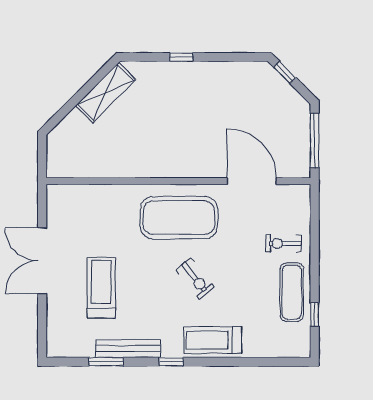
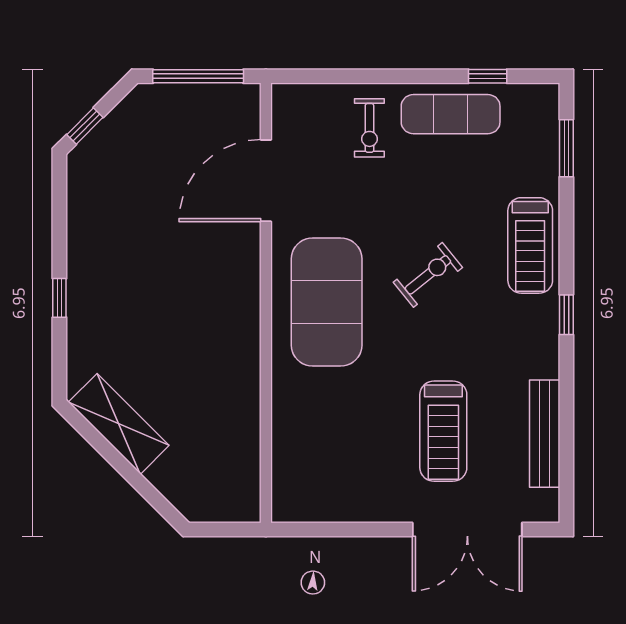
double door: (42, 261) -> (467, 529), moved
treadmill: (101, 288) -> (443, 431), turned -90
bench: (128, 349) -> (545, 434), moved
window: (106, 362) -> (566, 148), moved

